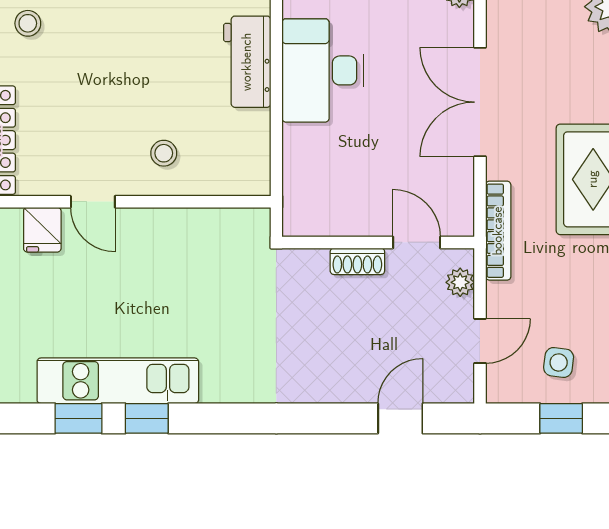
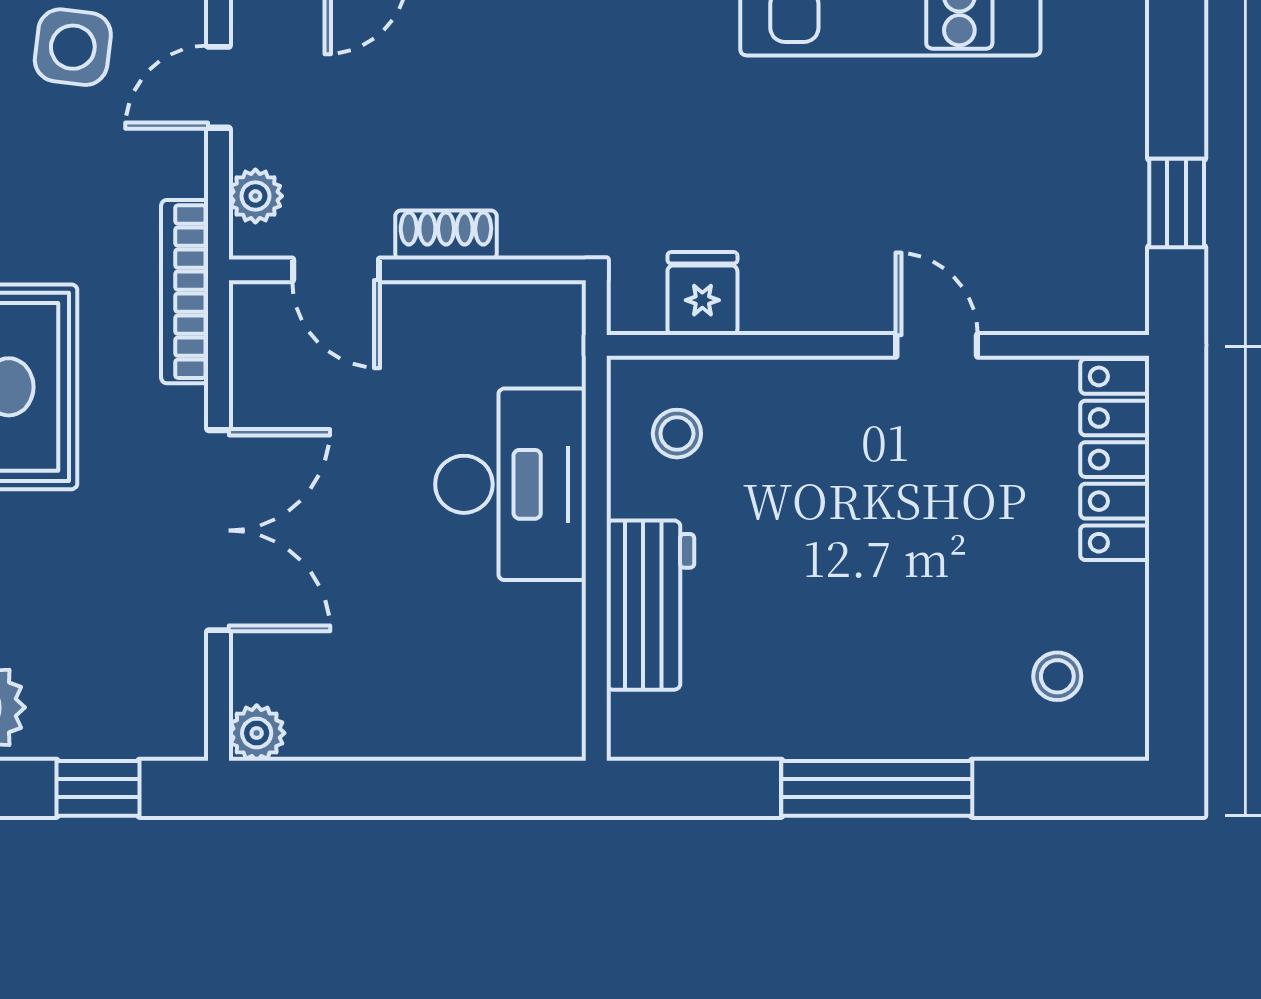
desk: (323, 70) -> (511, 484), moved
stool: (164, 153) -> (677, 434), moved
fridge: (42, 230) -> (702, 294), moved
side table: (559, 362) -> (73, 47), width x1.37, depth x1.37

